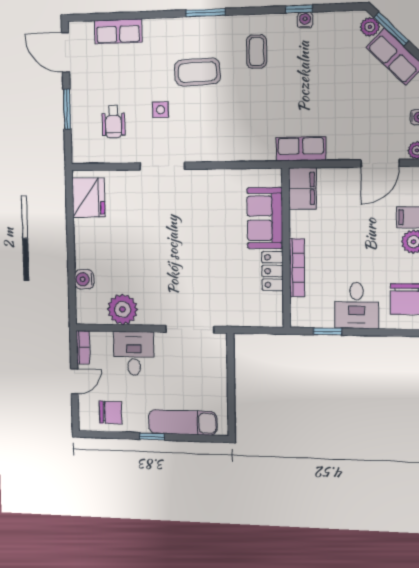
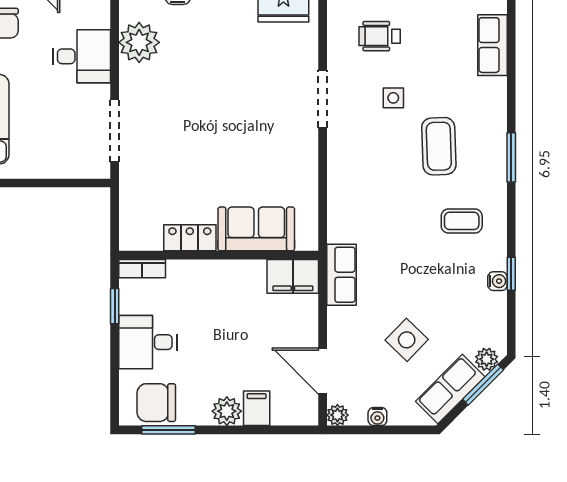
side table: (354, 94) -> (407, 340), added
bookcase: (297, 268) -> (142, 269), moved, width x0.64

